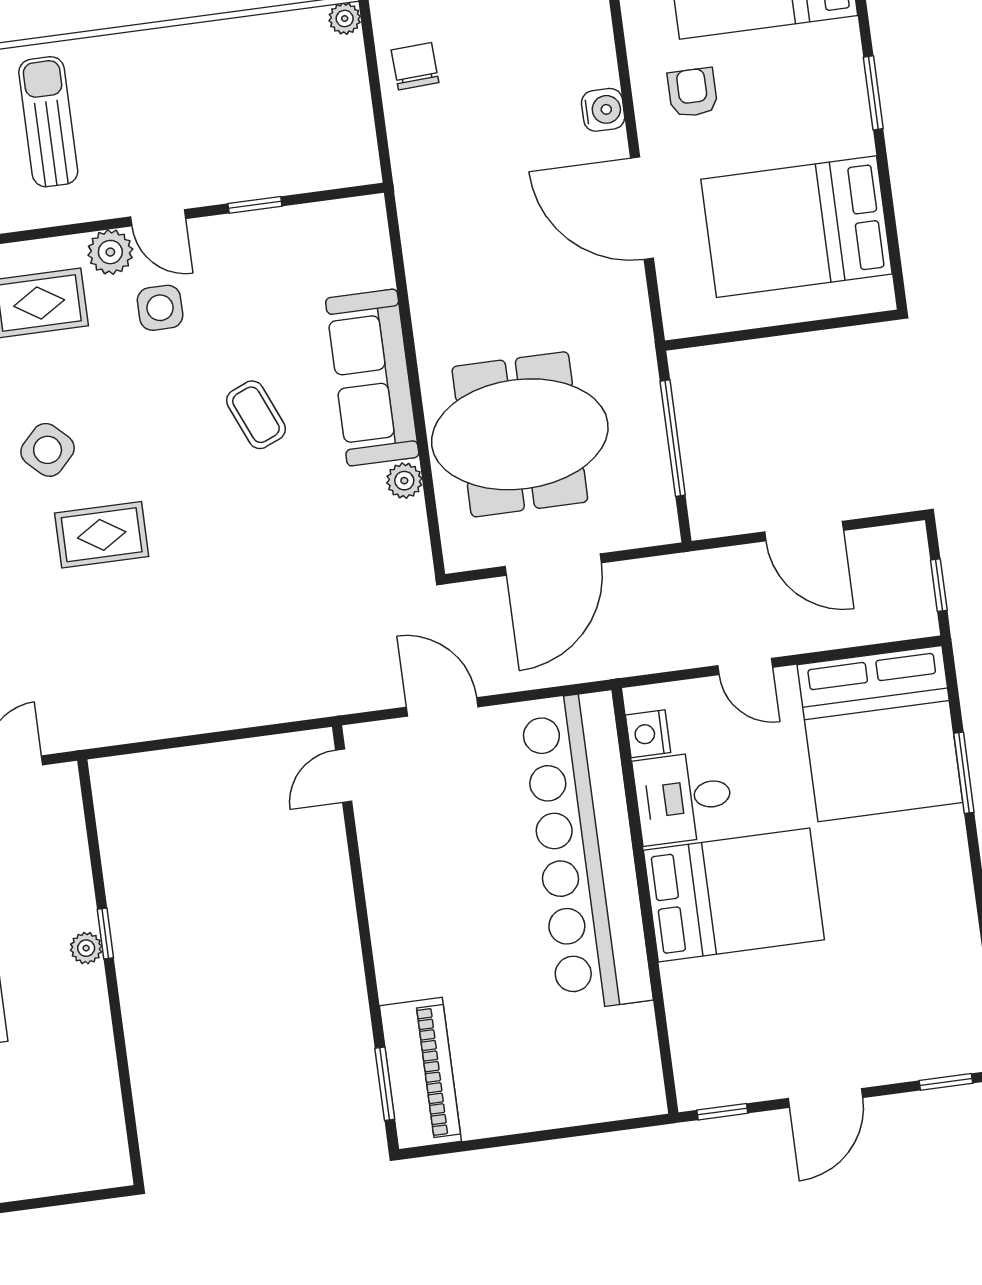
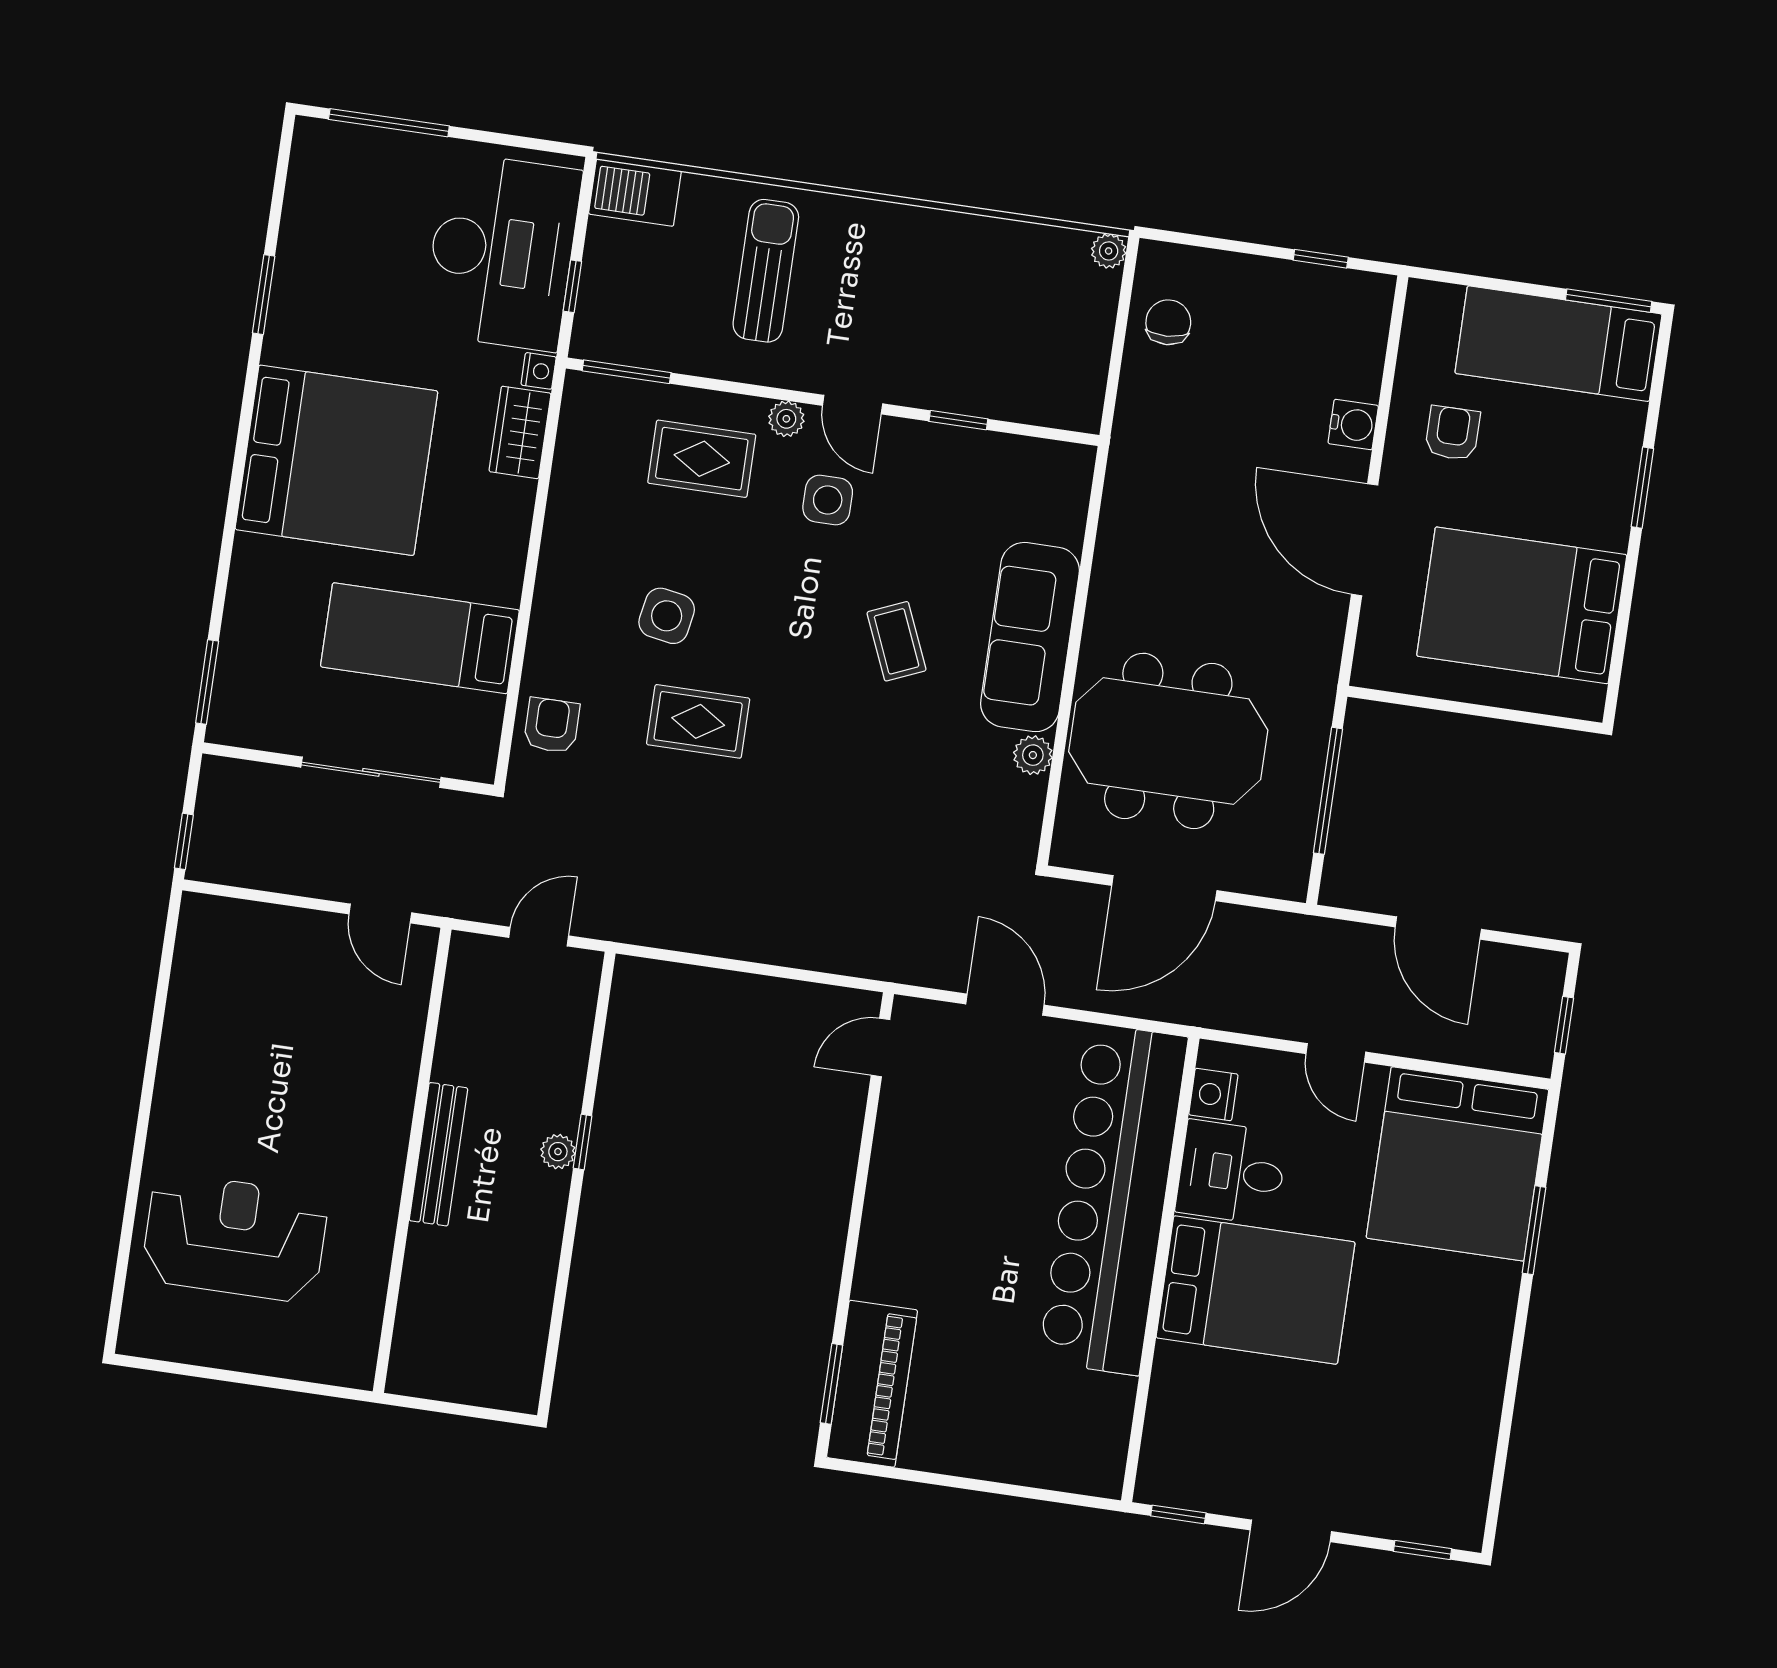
plant: (110, 252) -> (786, 419), width x0.73, depth x0.73
side table: (48, 450) -> (667, 616), turned -34

